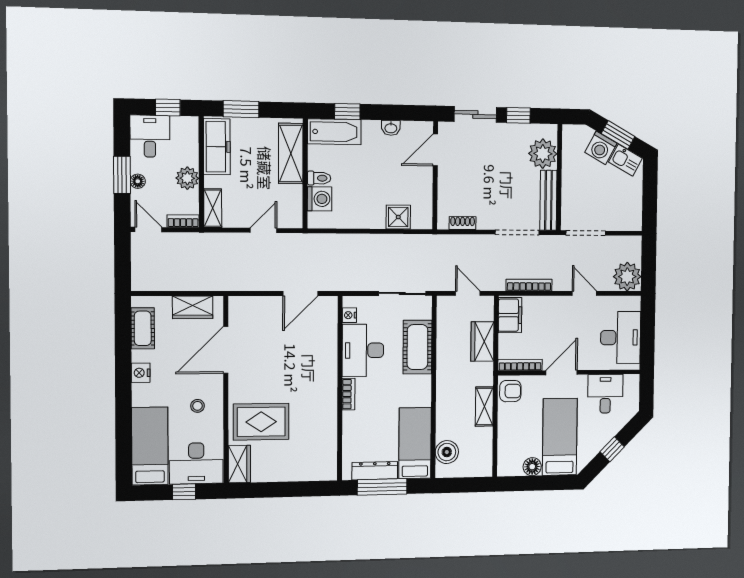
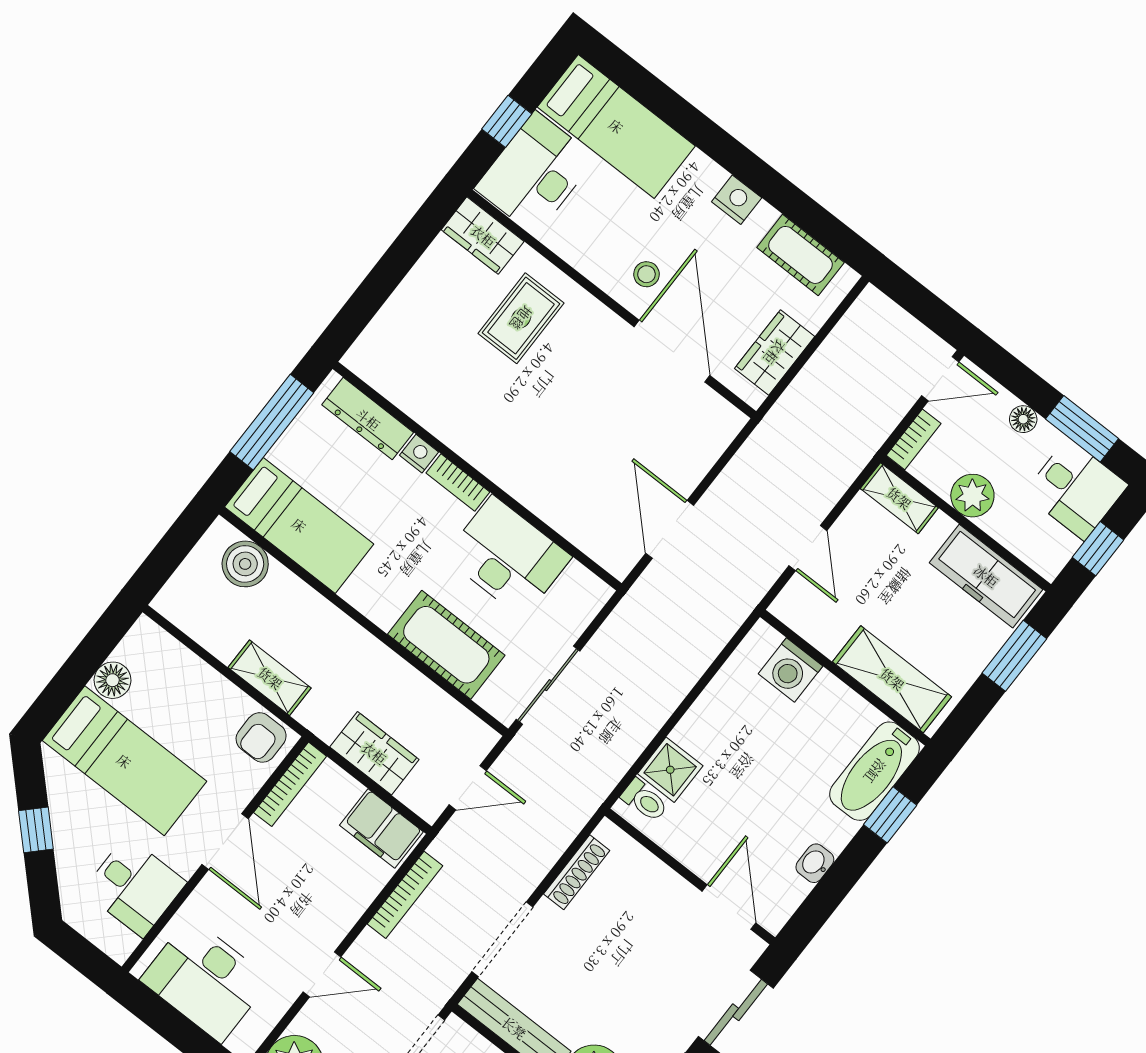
window: (122, 175) -> (1082, 429), moved
toilet: (319, 178) -> (645, 800), moved, turned -90
shoe rack: (463, 223) -> (577, 872), width x1.43
nightstand: (349, 315) -> (419, 454), moved
stool: (197, 406) -> (646, 274), moved
rug: (261, 422) -> (521, 318), width x0.73, depth x0.70
dresser: (375, 471) -> (368, 419), moved, turned 90

